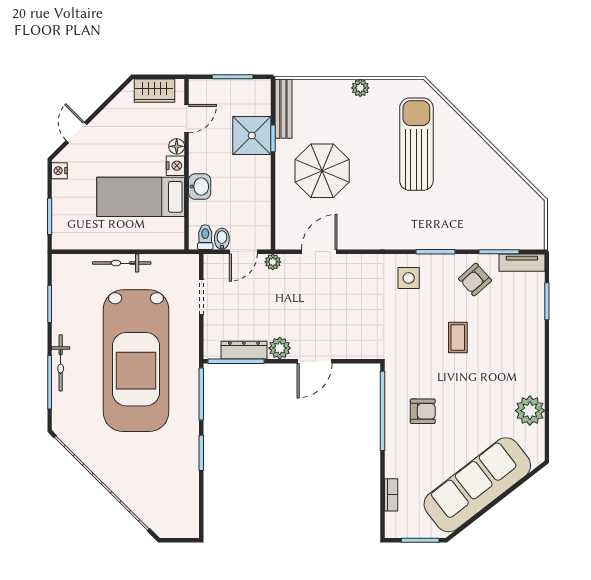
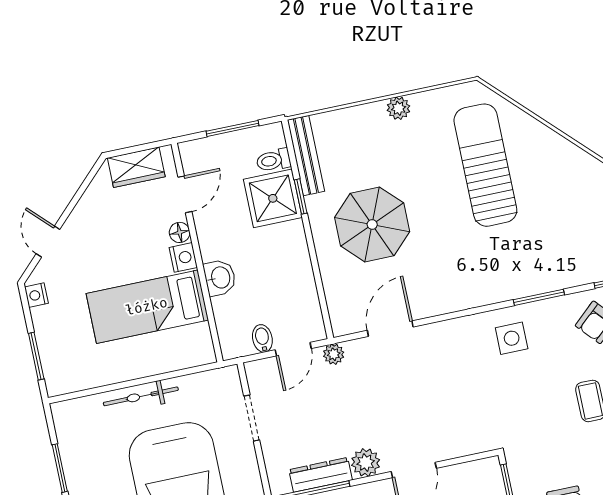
toilet: (205, 237) -> (273, 160), moved, turned -90

